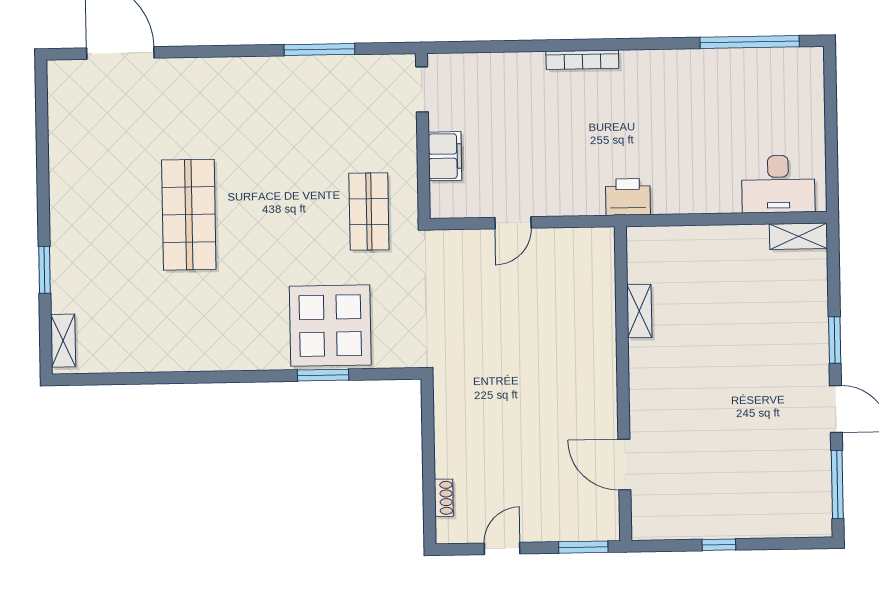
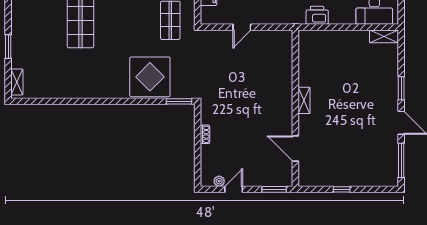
printer: (628, 197) -> (317, 15), moved
shelving: (639, 311) -> (304, 100), moved
window: (323, 375) -> (179, 101), moved
shoe rack: (444, 498) -> (205, 134), moved
plant: (473, 533) -> (219, 181), added

